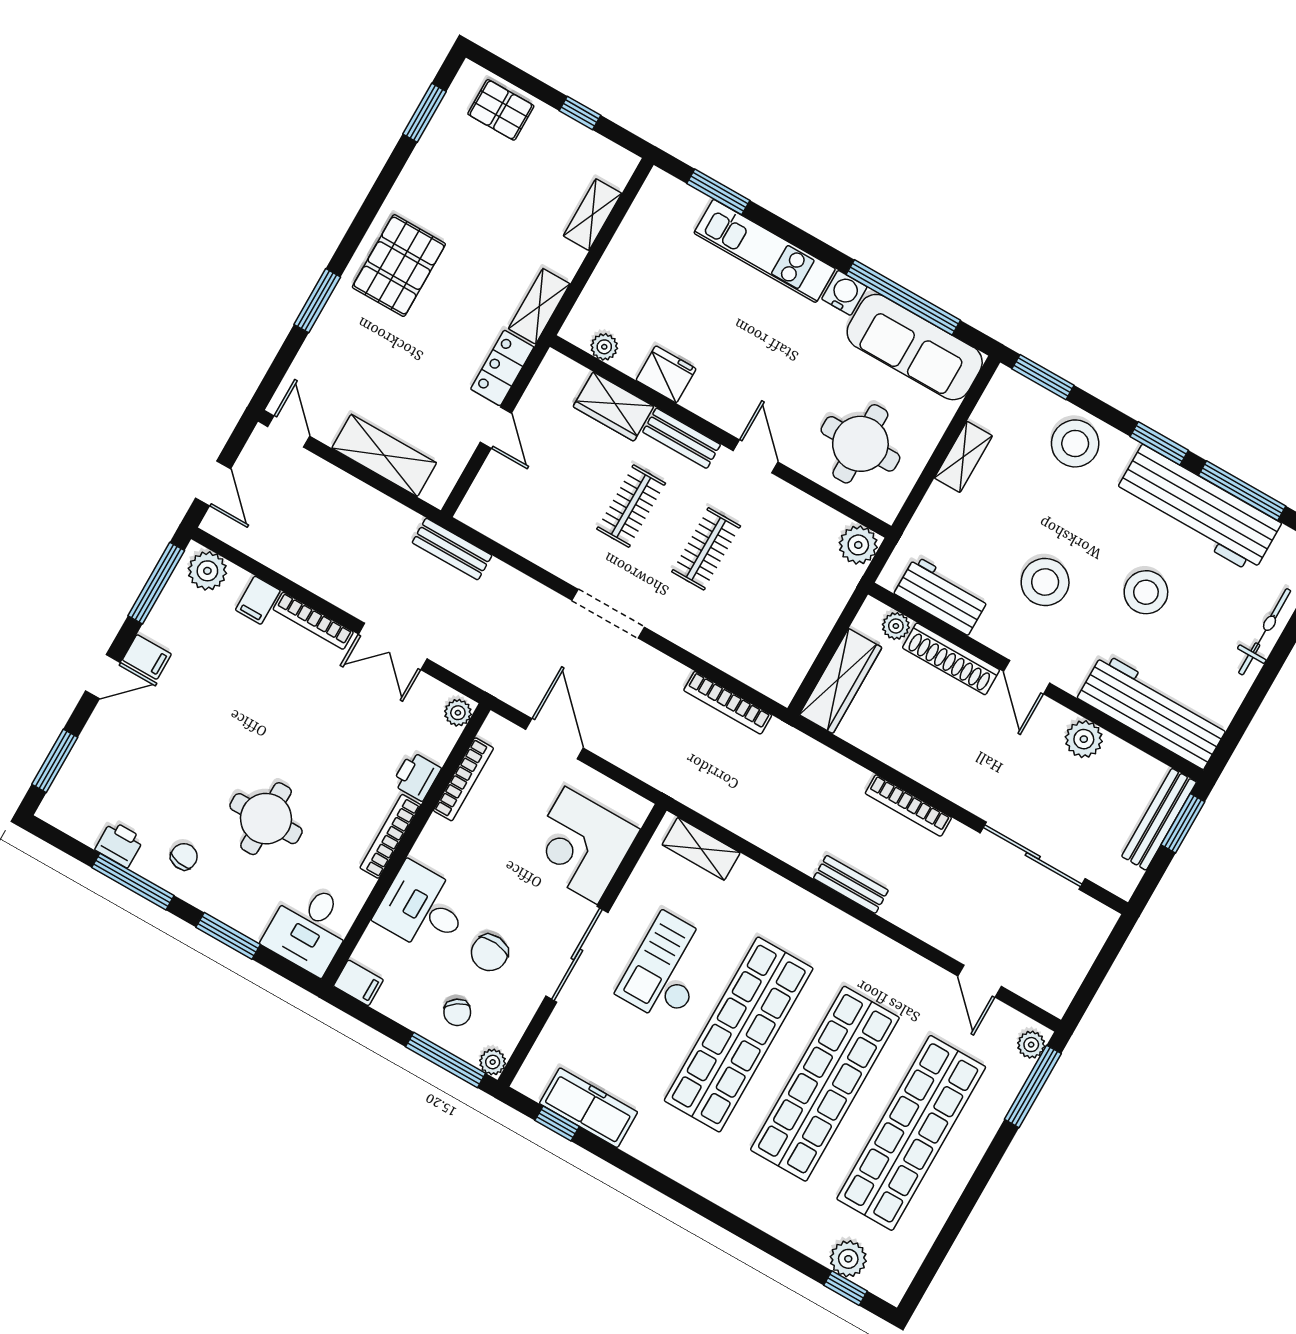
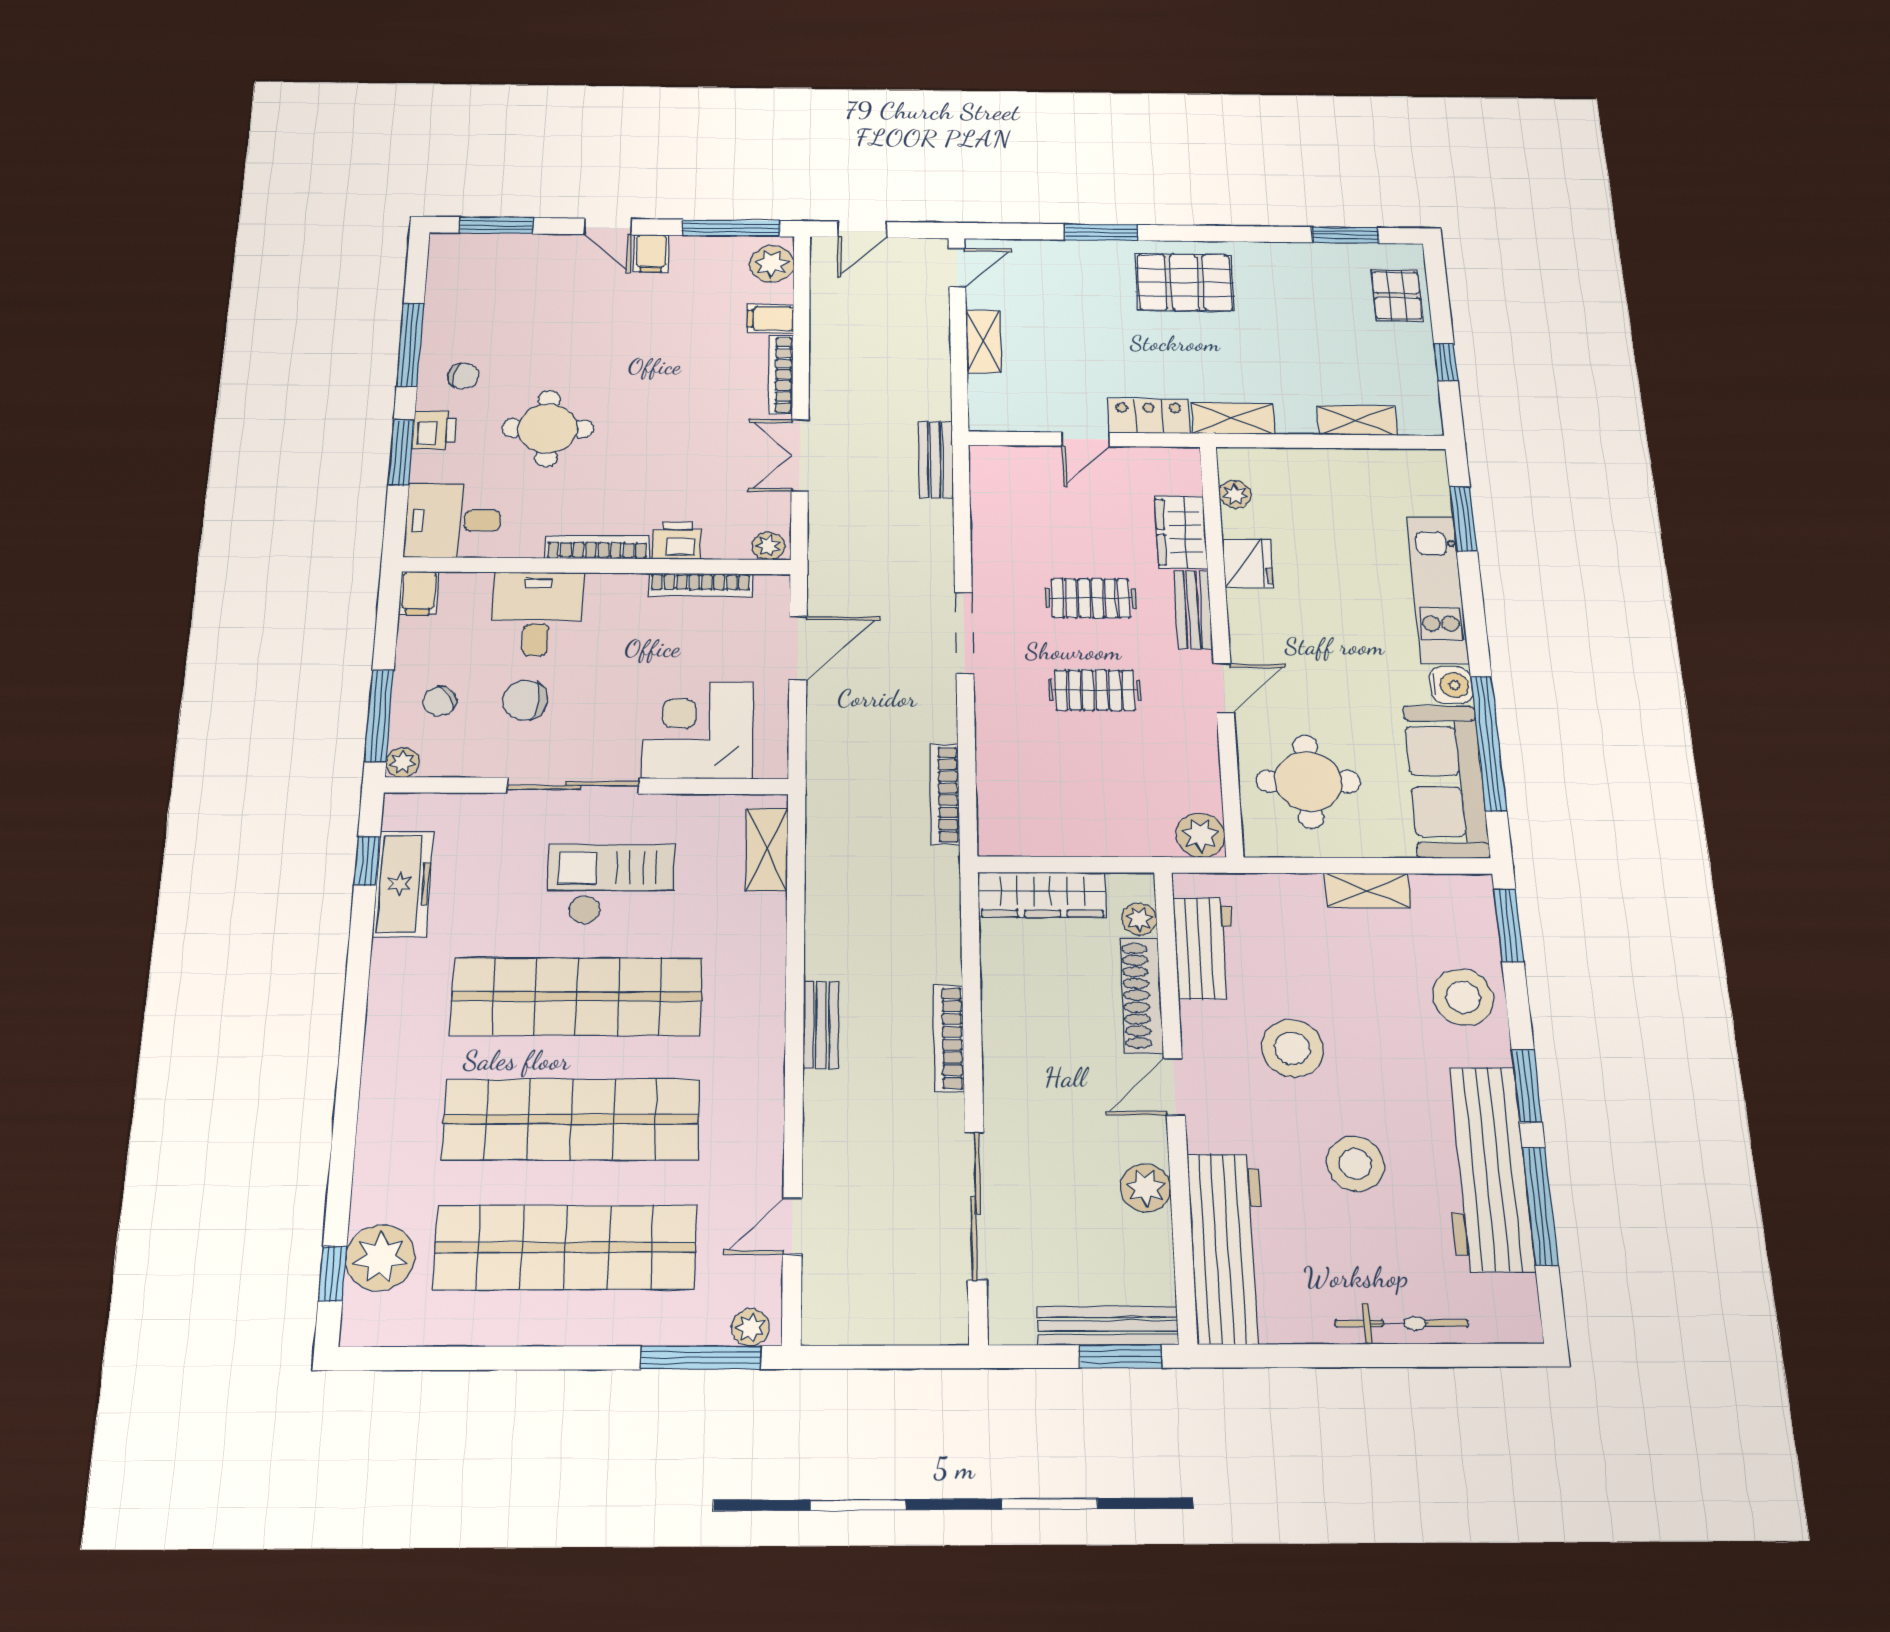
shelving: (384, 455) -> (983, 341), width x0.67, depth x0.75
printer: (119, 844) -> (434, 430), moved
plant: (848, 1259) -> (380, 1258), width x1.36, depth x1.36

